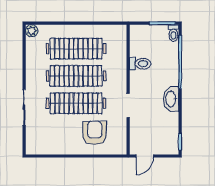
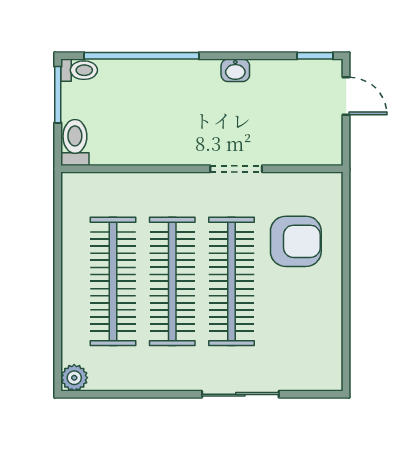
toilet: (140, 64) -> (75, 142), moved
washbasin: (171, 99) -> (235, 70), width x0.52, depth x0.69
armchair: (95, 133) -> (296, 241), turned 180
door: (145, 156) -> (346, 96), moved

